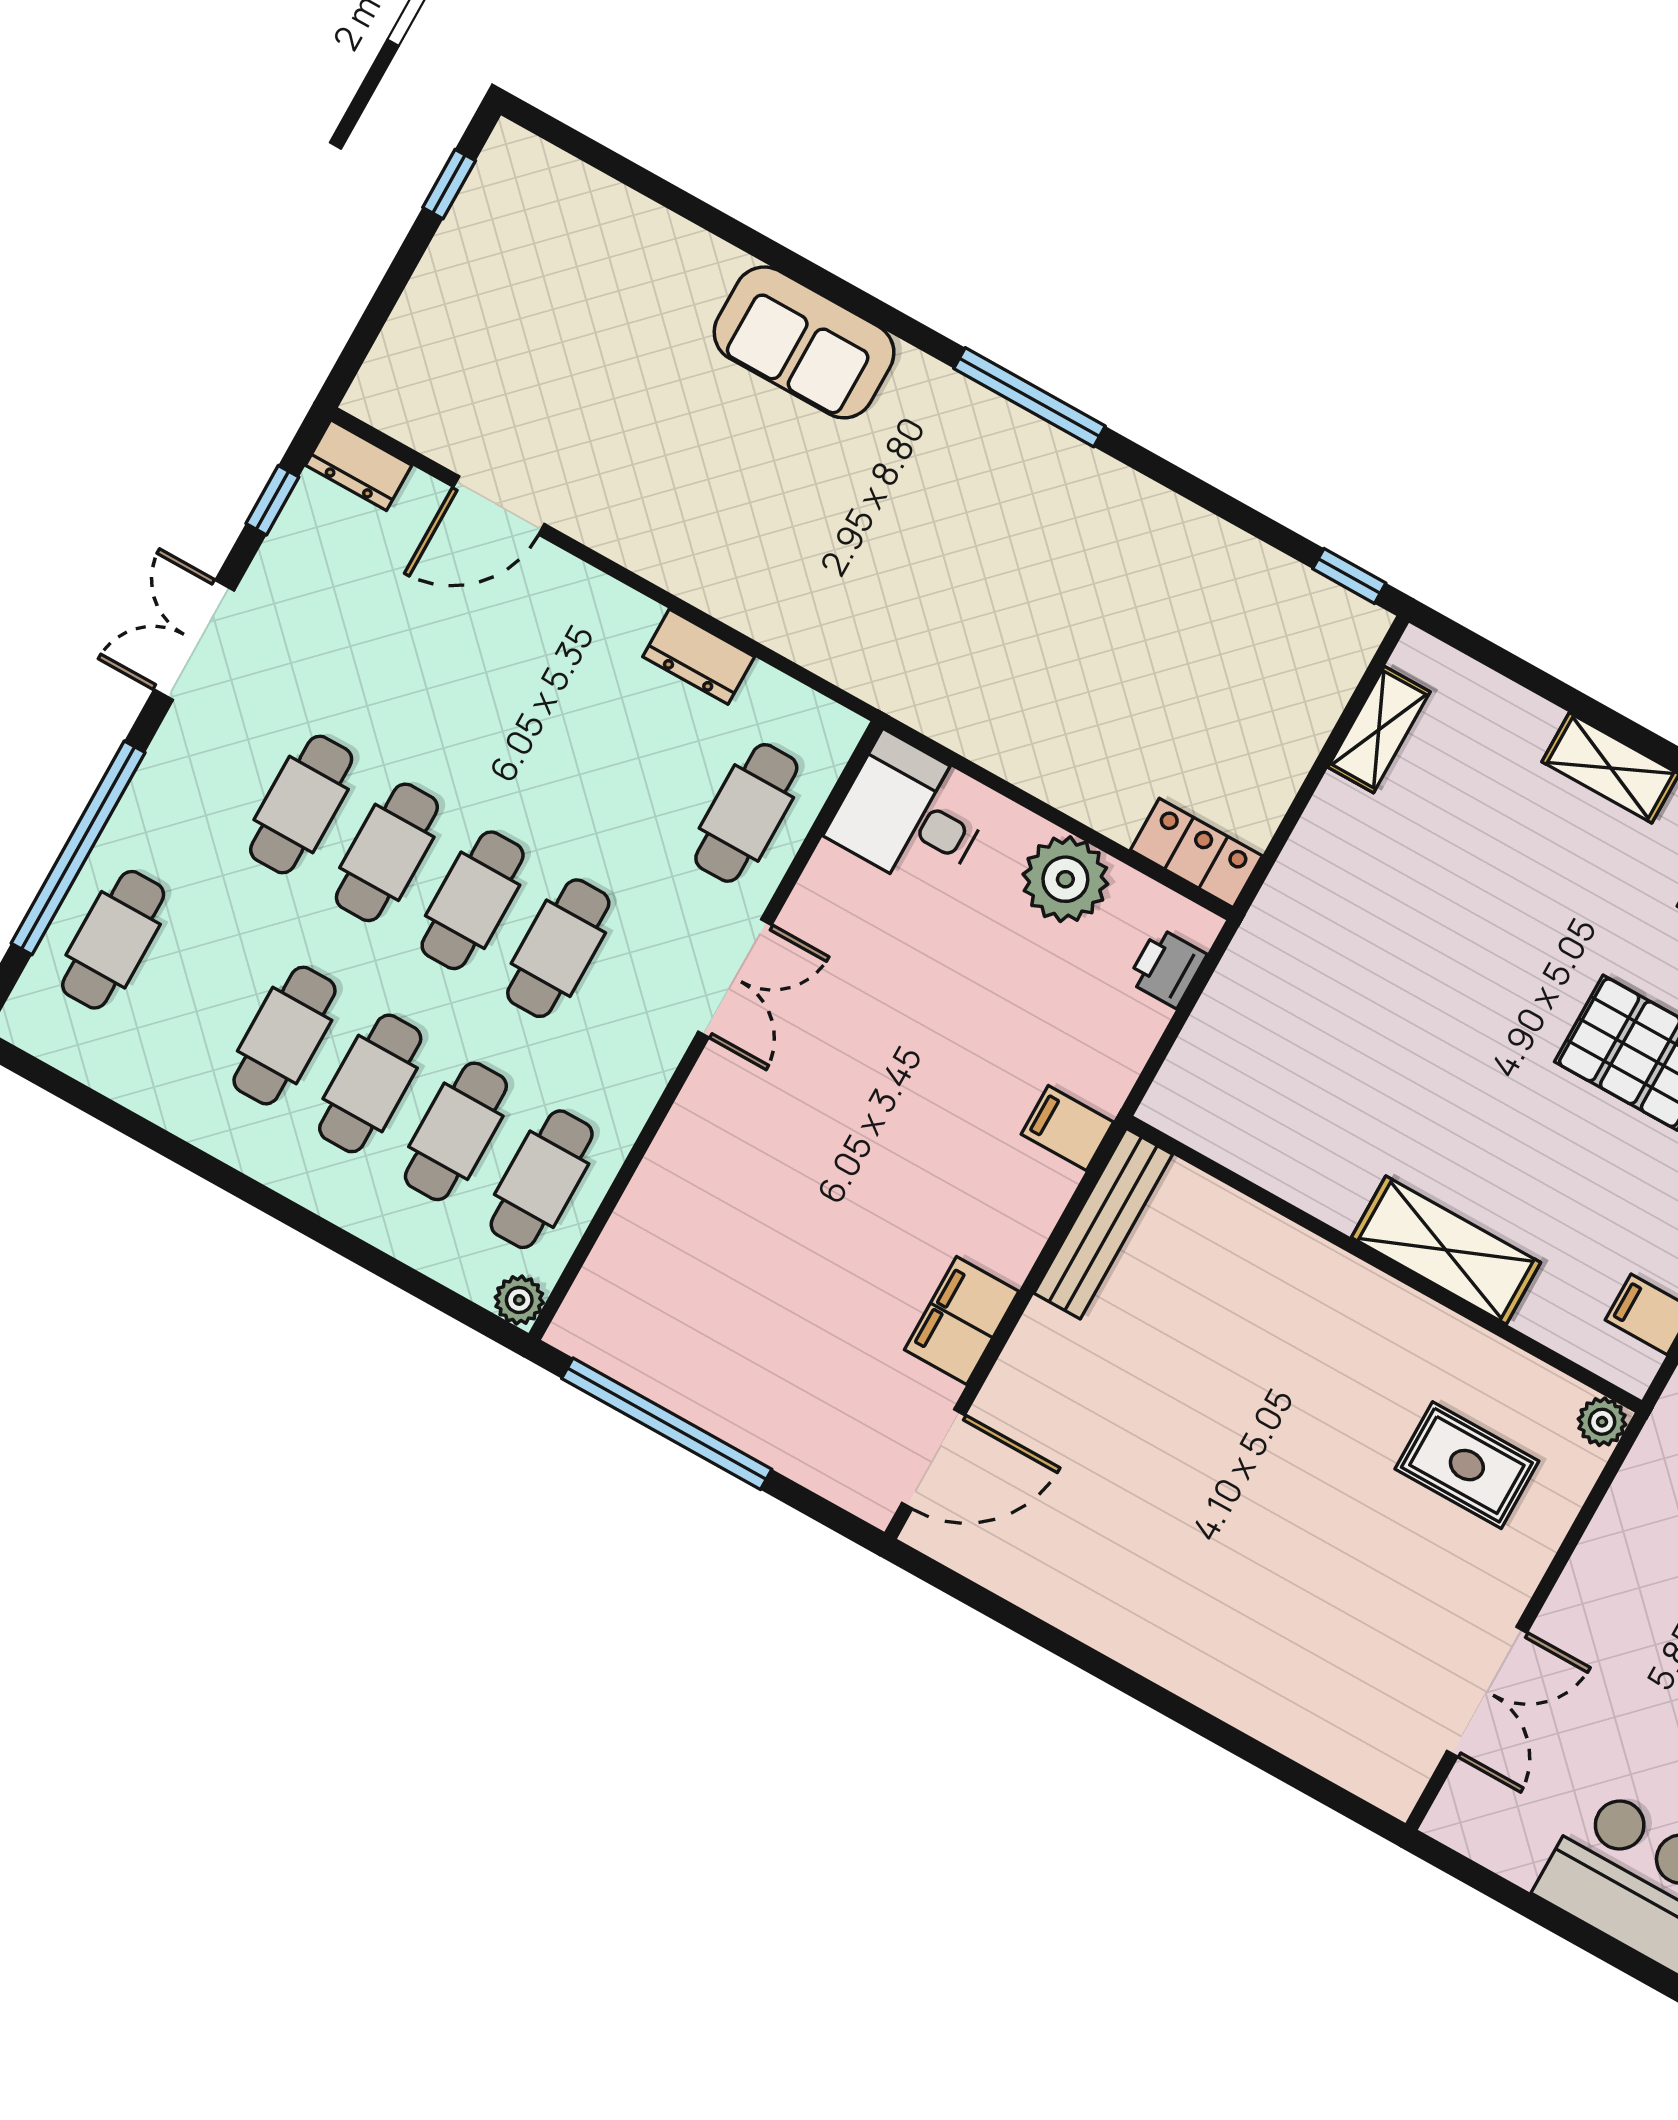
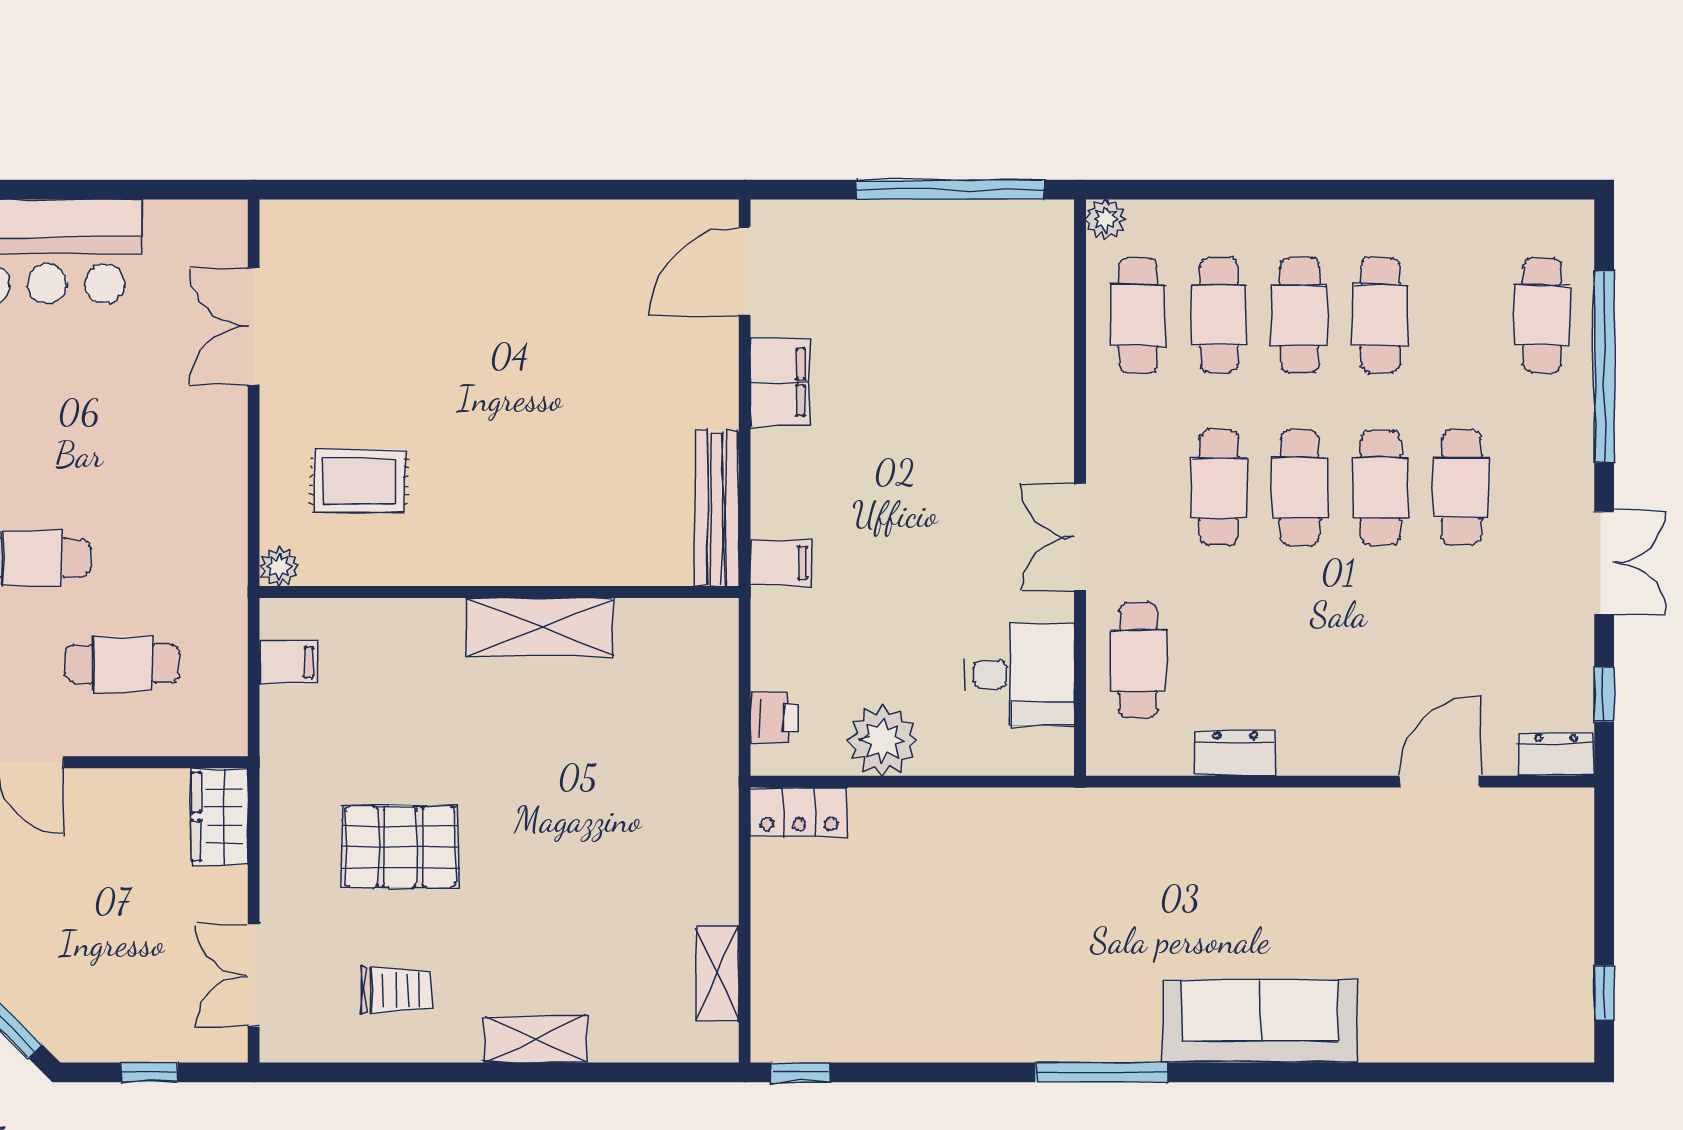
sofa: (804, 342) -> (1260, 1021), width x1.36
desk: (911, 815) -> (1019, 675), moved
shelving: (1446, 1250) -> (540, 627), moved

